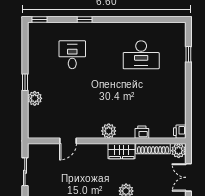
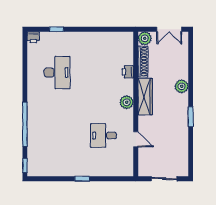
window: (85, 20) -> (25, 124), width x3.17
desk: (72, 55) -> (104, 136), moved
plant: (35, 98) -> (97, 170), removed
printer: (180, 132) -> (33, 37), moved
wardrobe: (121, 151) -> (145, 97), width x1.50

